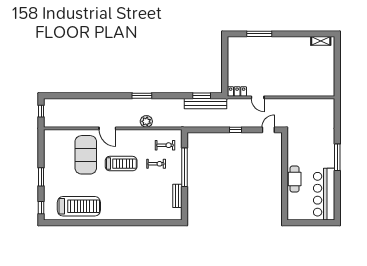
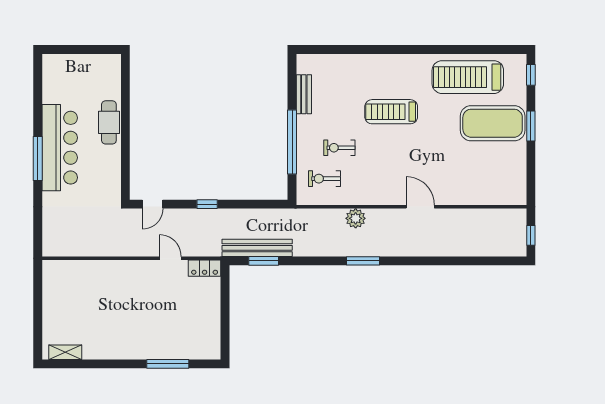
exercise mat: (86, 155) -> (493, 123), moved, turned 90
treadmill: (121, 164) -> (391, 112), moved
bar counter: (324, 194) -> (60, 148), moved

